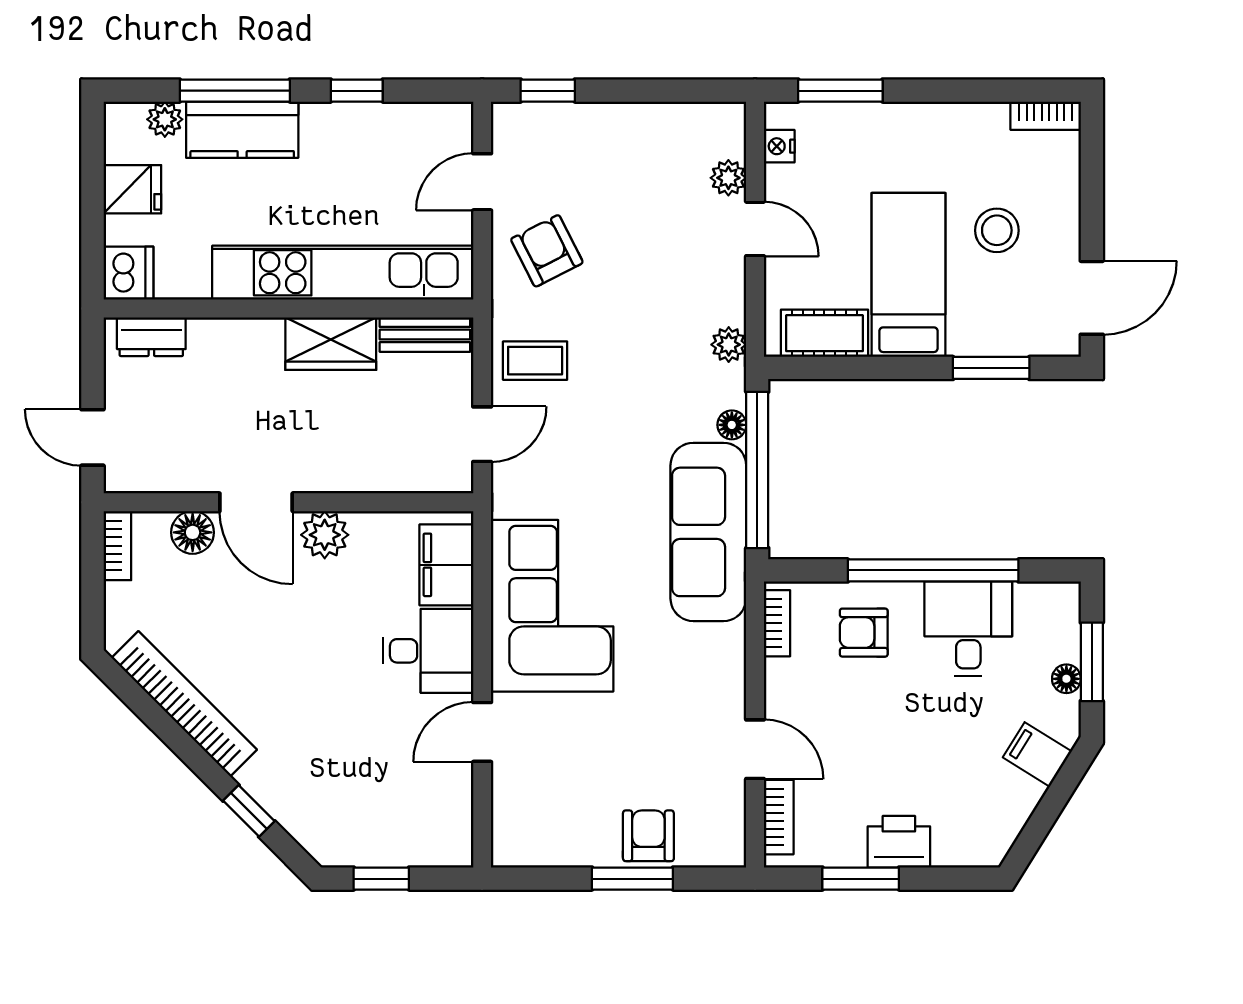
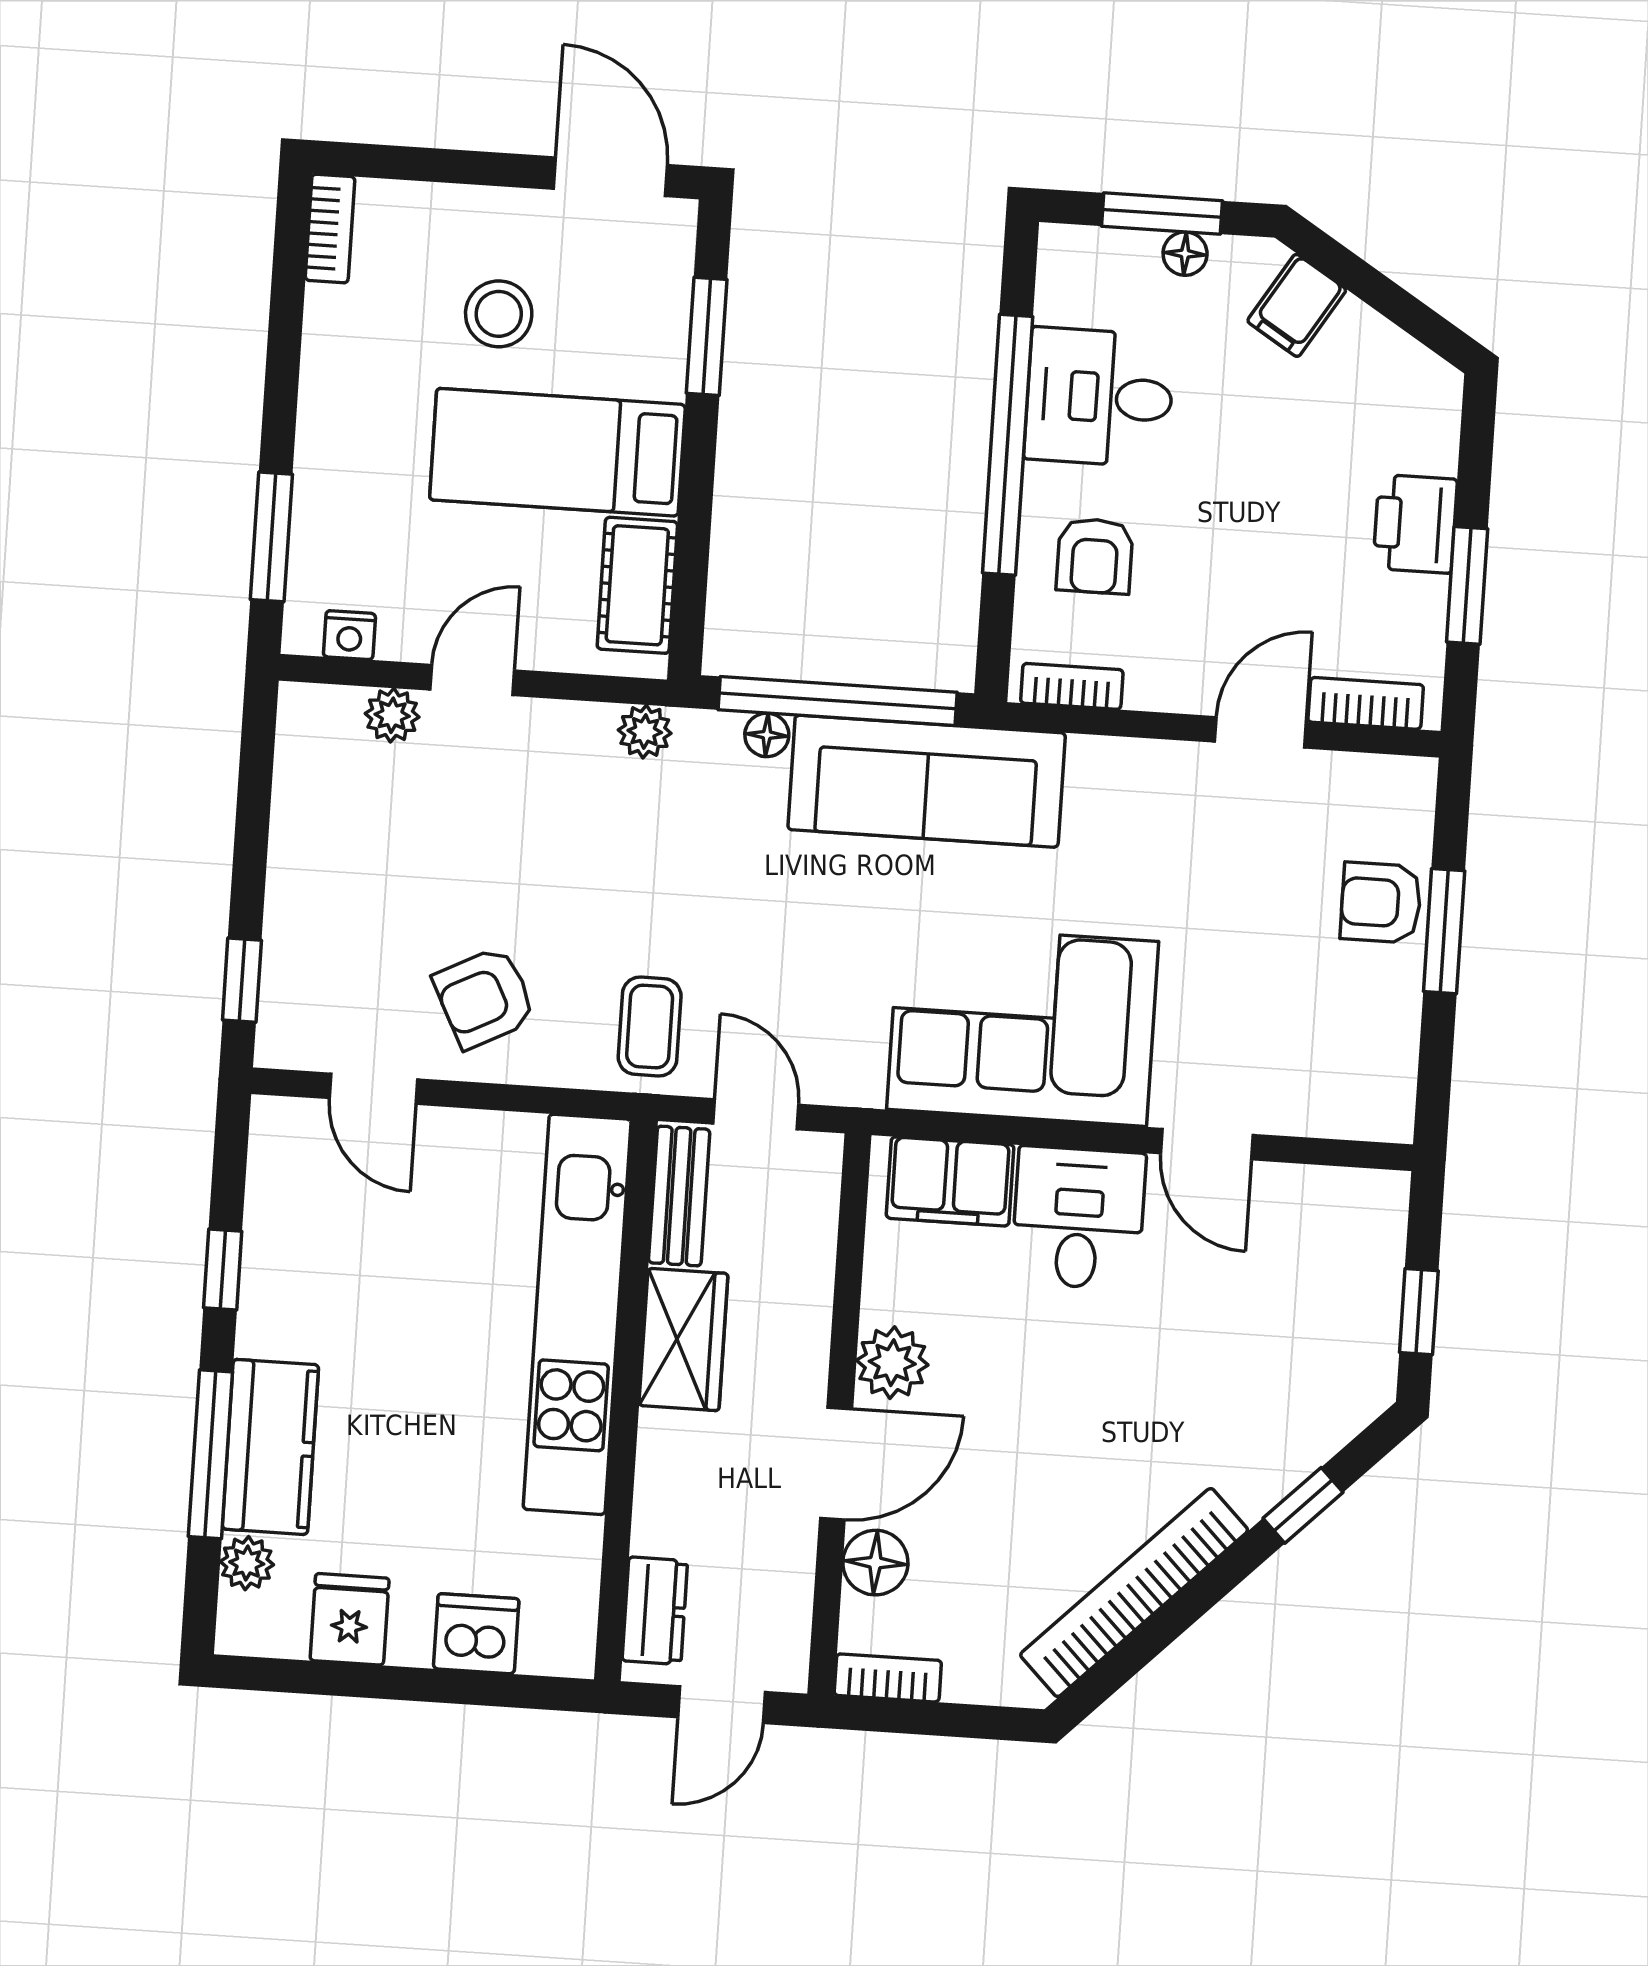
kitchen unit: (343, 273) -> (577, 1314), moved
wall: (288, 309) -> (626, 1400), moved
bench: (425, 335) -> (679, 1196), moved
dresser: (151, 337) -> (655, 1611), moved
wardrobe: (331, 344) -> (683, 1340), moved

